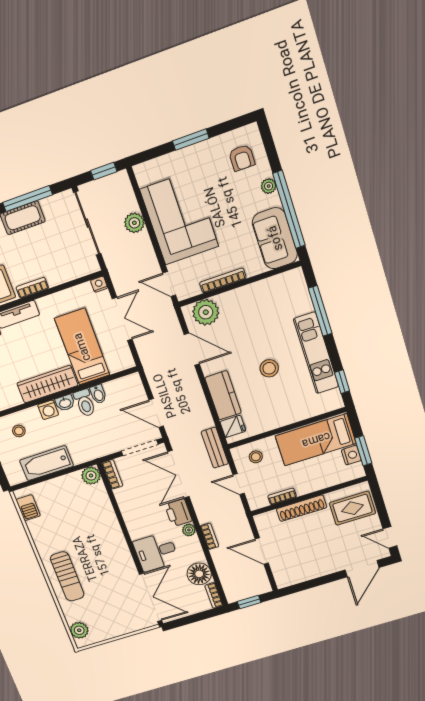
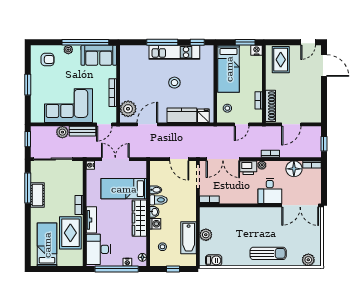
window: (320, 311) -> (162, 42), moved
door: (156, 413) -> (179, 159), hinge flipped
bench: (215, 448) -> (83, 131), moved
nightstand: (351, 455) -> (257, 50), moved
plant: (91, 476) -> (206, 235), moved
shoe rack: (302, 508) -> (270, 106), moved
double door: (151, 598) -> (300, 205), swing flipped

